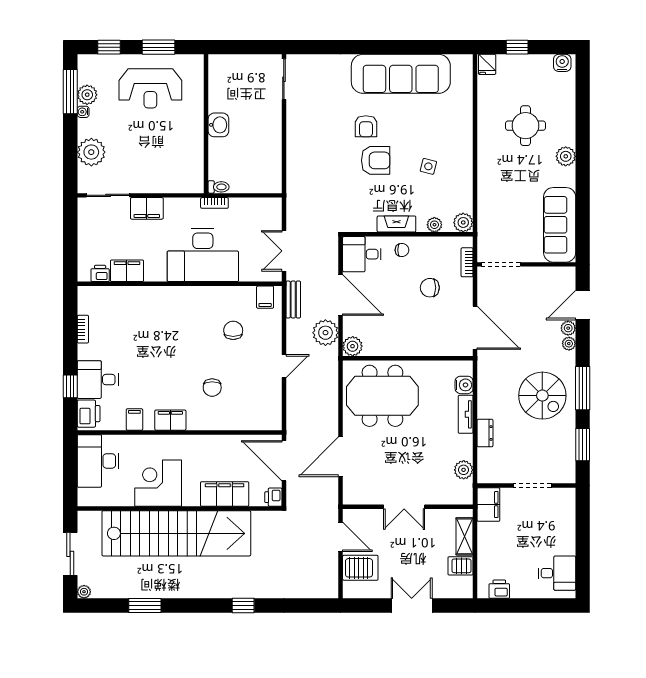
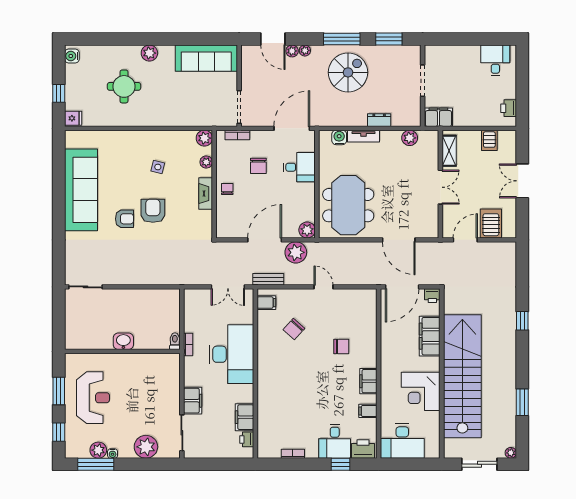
desk: (362, 254) -> (299, 167), moved, turned -90
chair: (233, 330) -> (294, 329), turned -48
shelving: (464, 536) -> (449, 151), moved, turned 90

